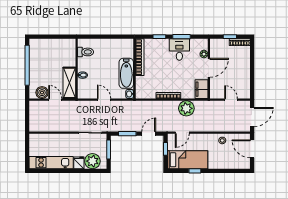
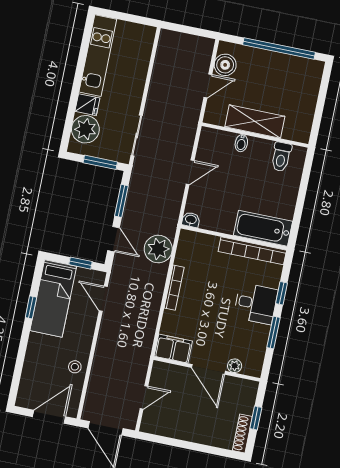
desk: (179, 50) -> (256, 304), moved
bathtub: (126, 73) -> (263, 228), moved
shelving: (69, 83) -> (255, 122), moved
plant: (186, 108) -> (158, 249), moved

